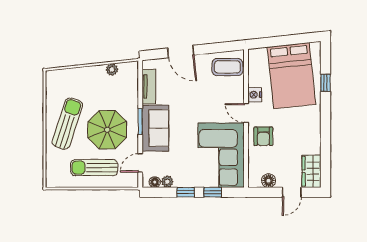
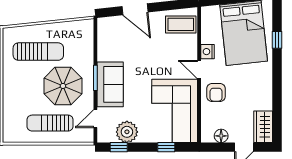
plant: (112, 70) -> (68, 27), removed
tv unit: (149, 86) -> (104, 44), removed
sun lounger: (67, 124) -> (38, 52), moved, turned 72
floor lamp: (155, 182) -> (109, 137), removed
plant: (167, 182) -> (127, 132), width x1.87, depth x1.87
window: (186, 192) -> (119, 147), moved

